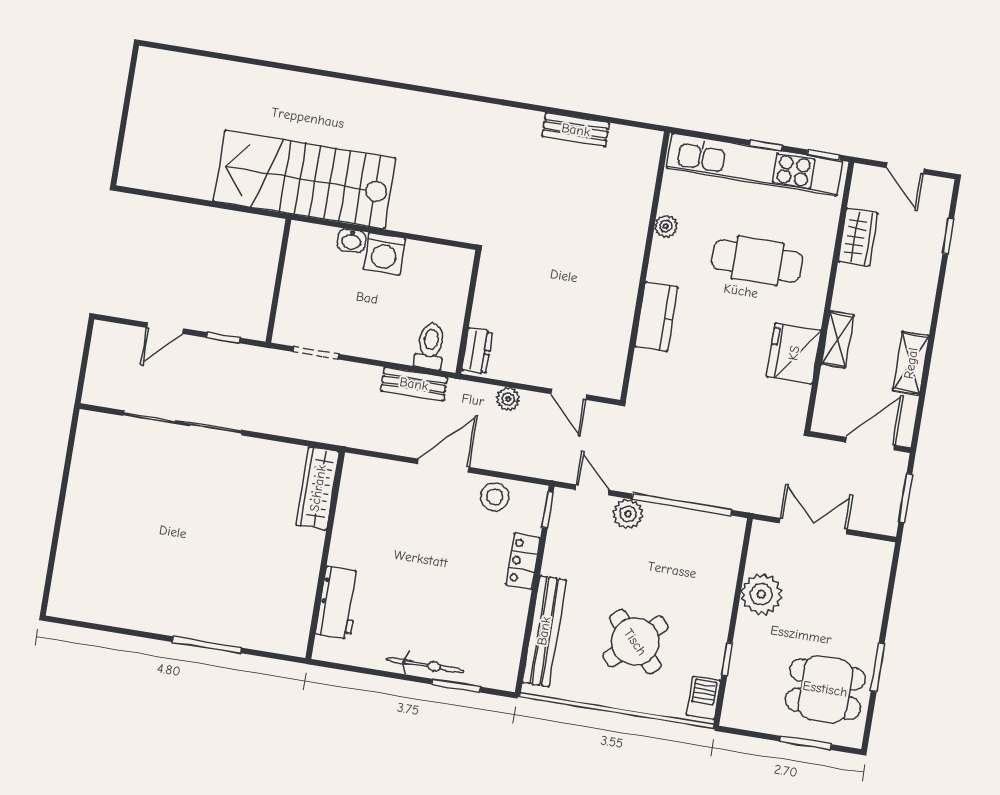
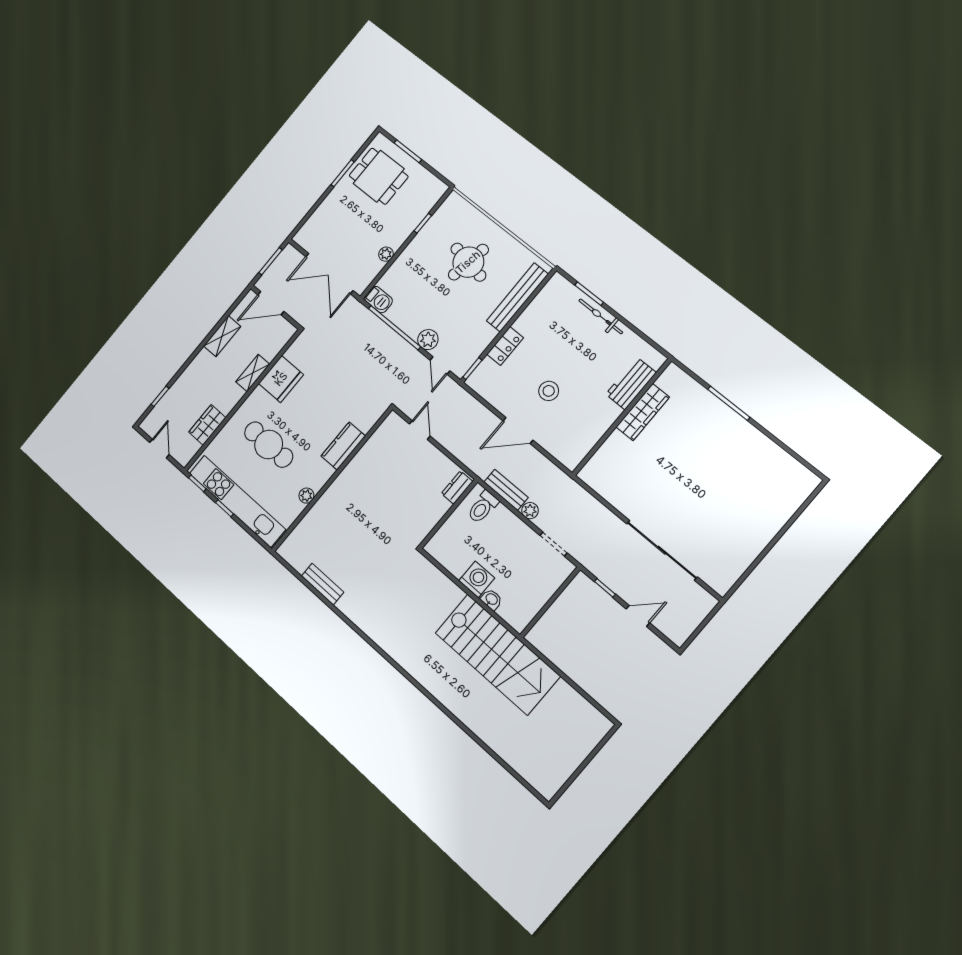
plant: (508, 399) -> (530, 511), moved
wardrobe: (318, 488) -> (643, 412), moved
stool: (495, 497) -> (549, 391), moved
double door: (813, 526) -> (329, 274), width x1.37
plant: (761, 594) -> (386, 254), width x0.53, depth x0.53
round table: (635, 642) -> (468, 262), turned -36
barbecue: (703, 698) -> (379, 300), moved, turned -90

